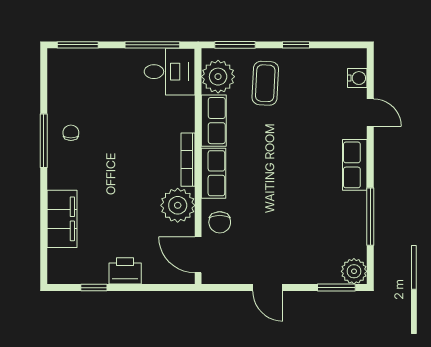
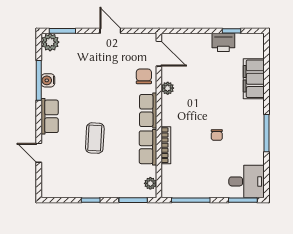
desk: (170, 72) -> (247, 181), moved, turned 180
plant: (218, 77) -> (150, 183), width x0.53, depth x0.53
water cooler: (357, 78) -> (48, 80), moved
coffee table: (265, 83) -> (95, 138), moved
chair: (71, 133) -> (217, 135), moved
bookcase: (188, 160) -> (166, 145), moved
plant: (178, 205) -> (168, 88), width x0.53, depth x0.53
printer: (125, 271) -> (223, 42), moved

